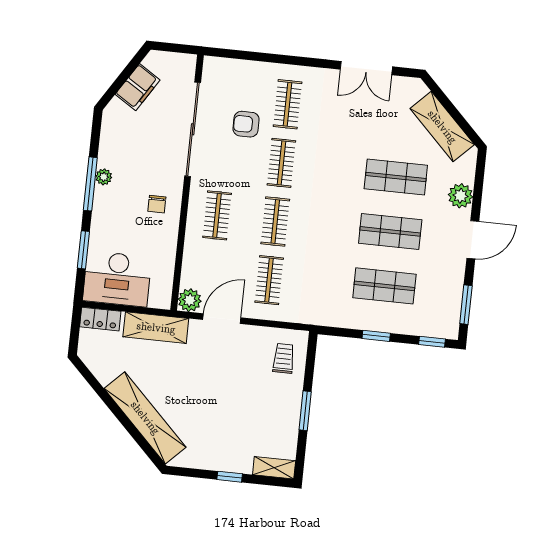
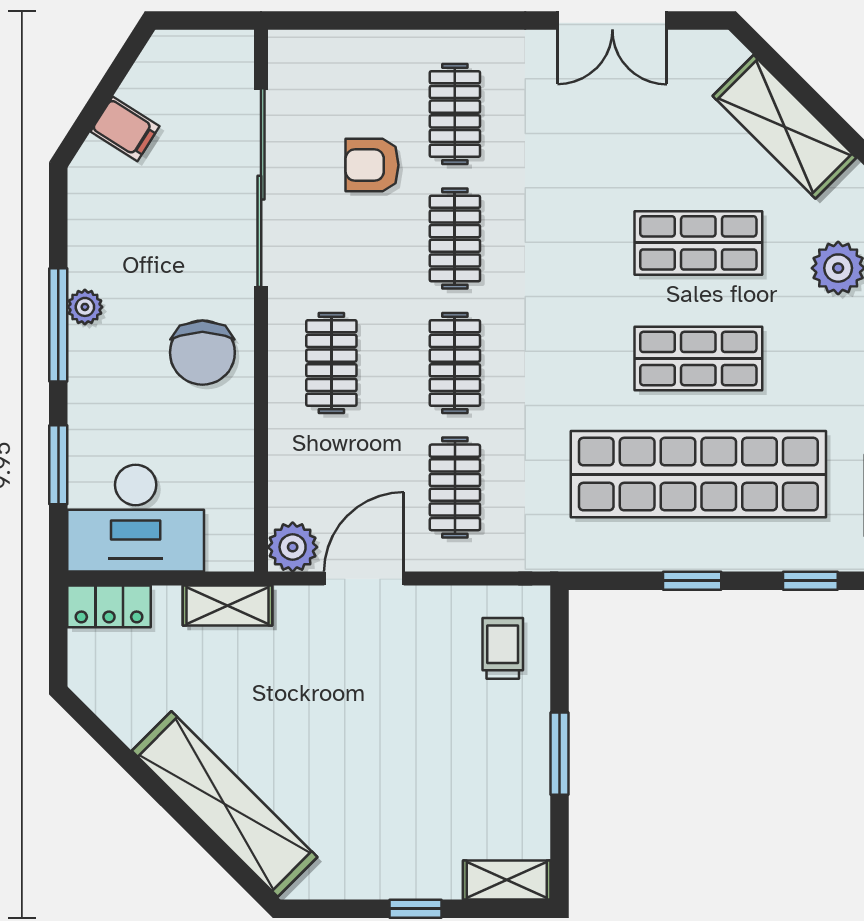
filing cabinet: (138, 87) -> (125, 129), width x0.50
chair: (157, 204) -> (202, 353), width x1.87, depth x1.87
shop shelf: (384, 286) -> (698, 474), width x2.00, depth x1.36
shelving: (156, 328) -> (228, 605), width x0.67, depth x0.75

